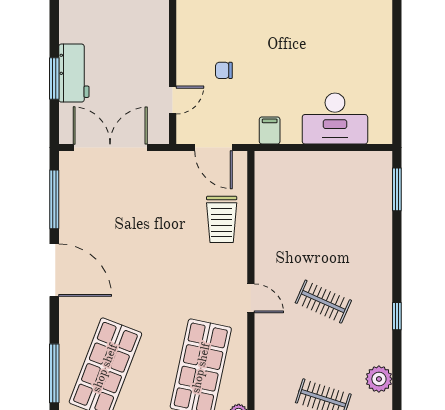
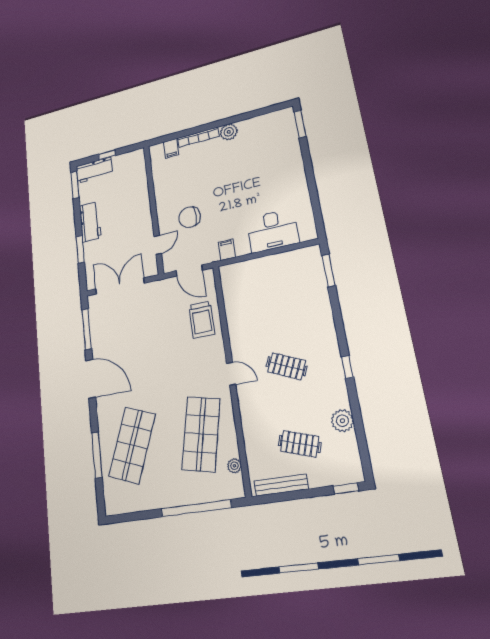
chair: (224, 70) -> (190, 217), width x1.87, depth x1.87
workbench: (74, 73) -> (90, 222), moved

